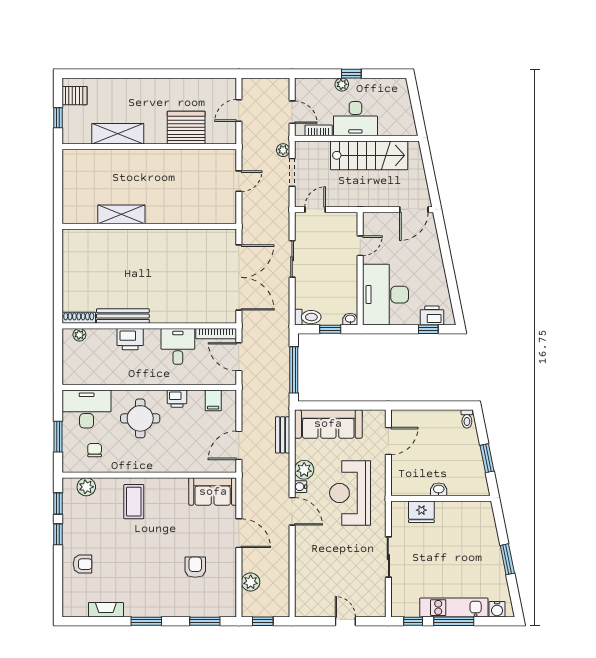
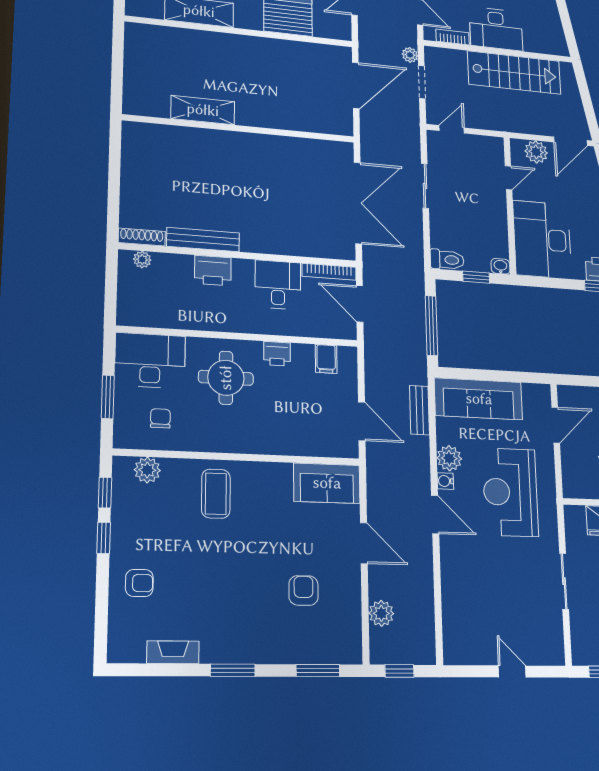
door: (239, 181) -> (356, 85), width x1.87
plant: (384, 222) -> (536, 152), added
door: (239, 445) -> (362, 421), swing flipped

